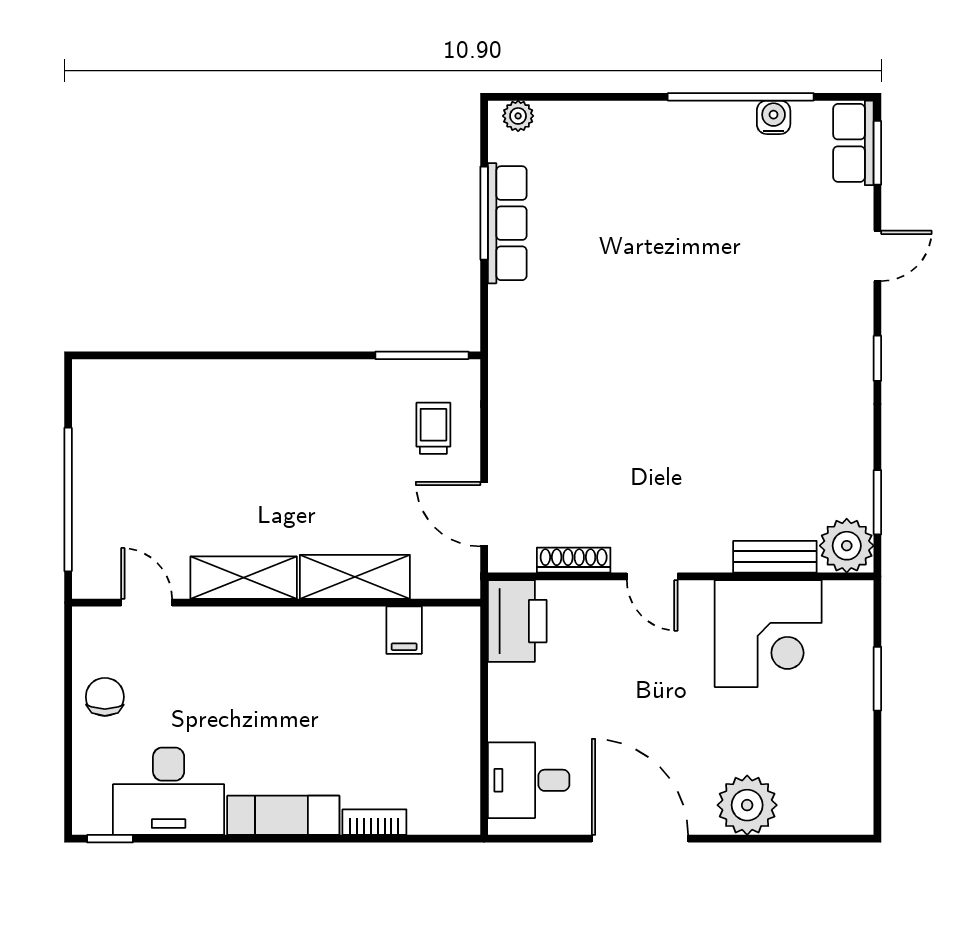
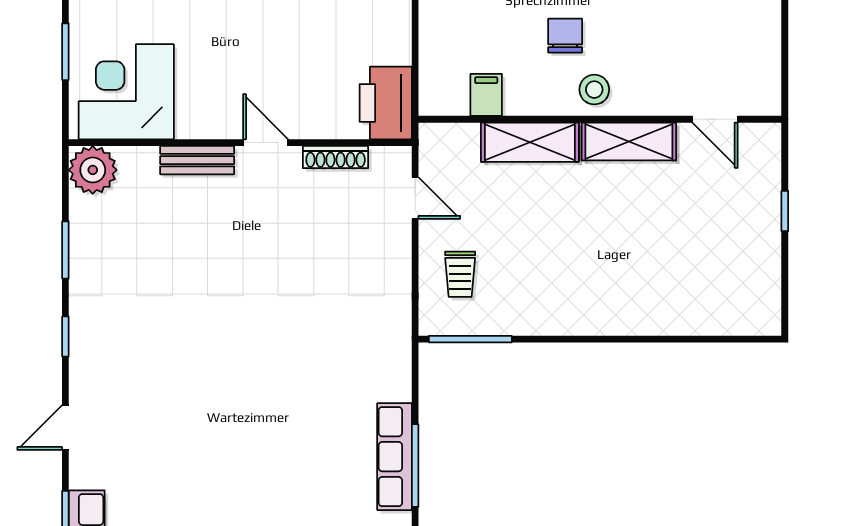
window: (68, 499) -> (785, 211), width x0.32
window: (877, 502) -> (65, 250), moved
door: (484, 514) -> (415, 198), width x0.73
bench: (775, 557) -> (197, 160), moved
corner desk: (768, 634) -> (126, 92), moved
stool: (283, 636) -> (594, 90), added
chair: (105, 697) -> (565, 36), moved, turned 180

